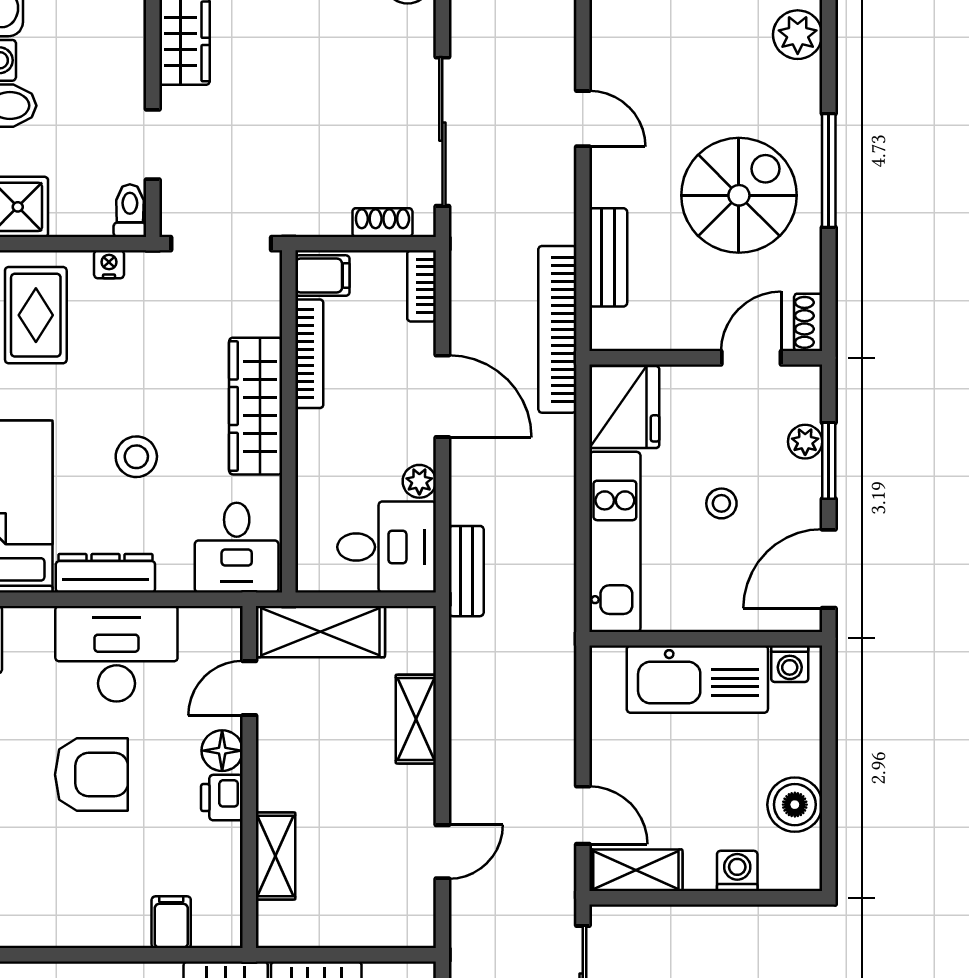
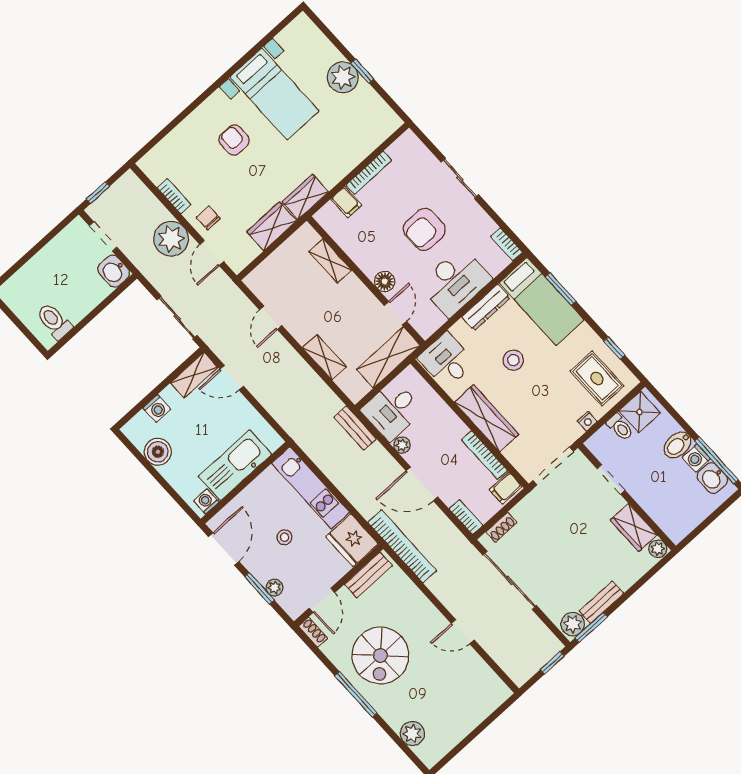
toilet: (130, 211) -> (620, 427), moved
bench: (608, 257) -> (368, 575), moved, turned 90
printer: (222, 798) -> (369, 264), removed
bookcase: (97, 935) -> (369, 173), added

